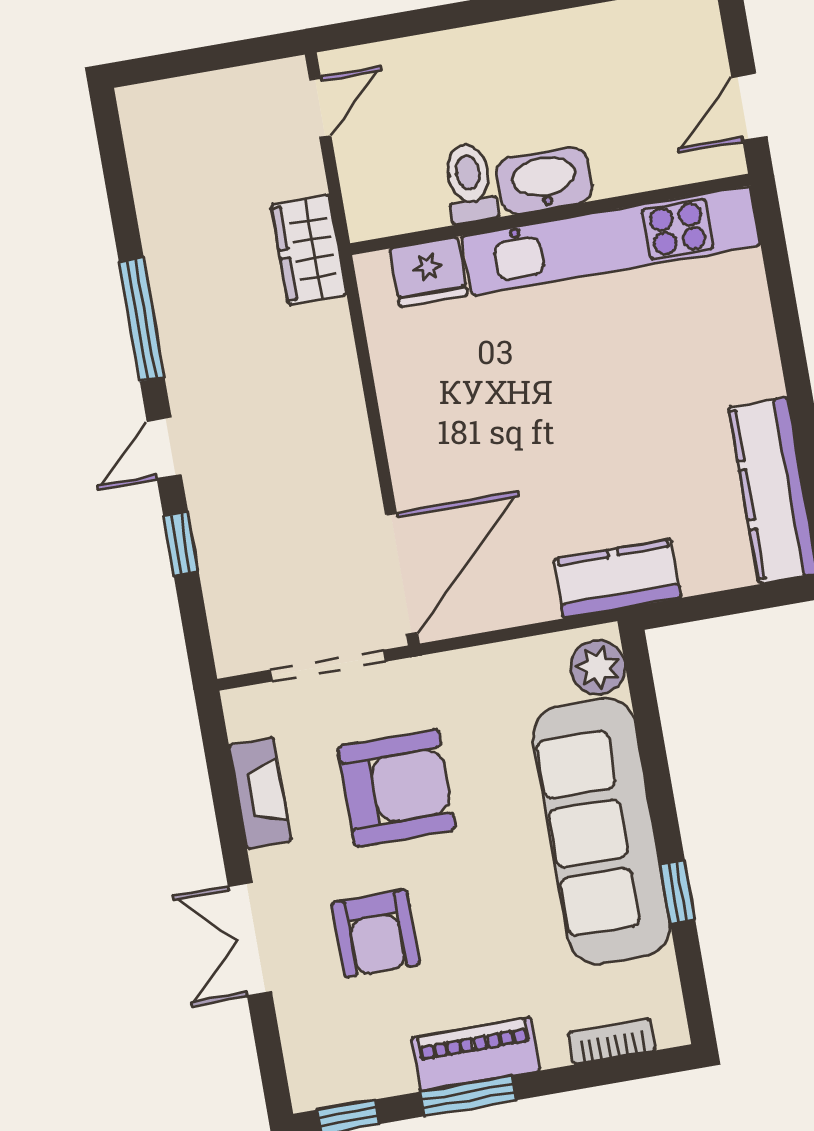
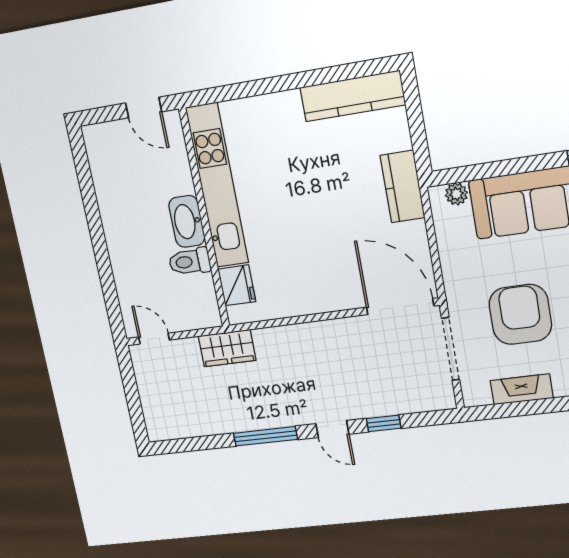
plant: (598, 667) -> (456, 194), width x0.73, depth x0.73

